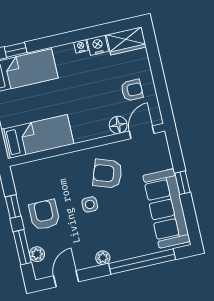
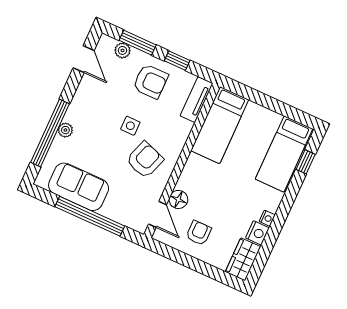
armchair: (132, 90) -> (199, 233), turned 180
tv unit: (31, 169) -> (197, 100), added
window: (182, 183) -> (90, 216), width x3.17
sofa: (166, 208) -> (79, 187), width x0.73
plant: (103, 258) -> (65, 130), moved

